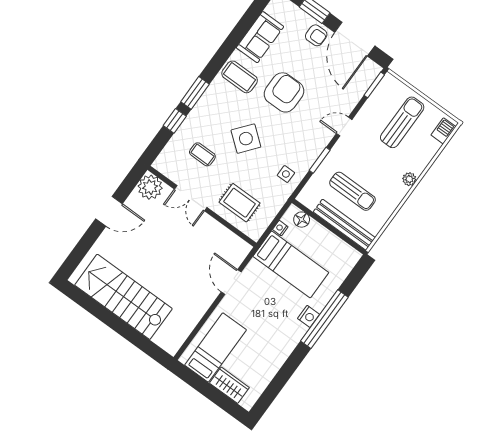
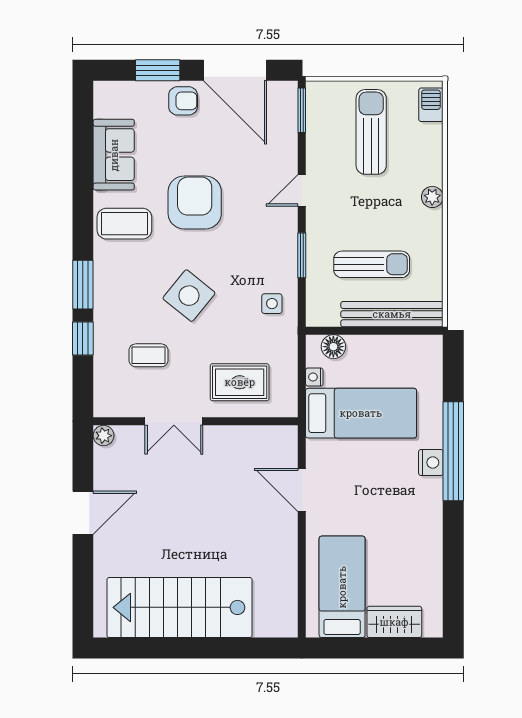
plant: (150, 187) -> (104, 436), width x0.53, depth x0.53

